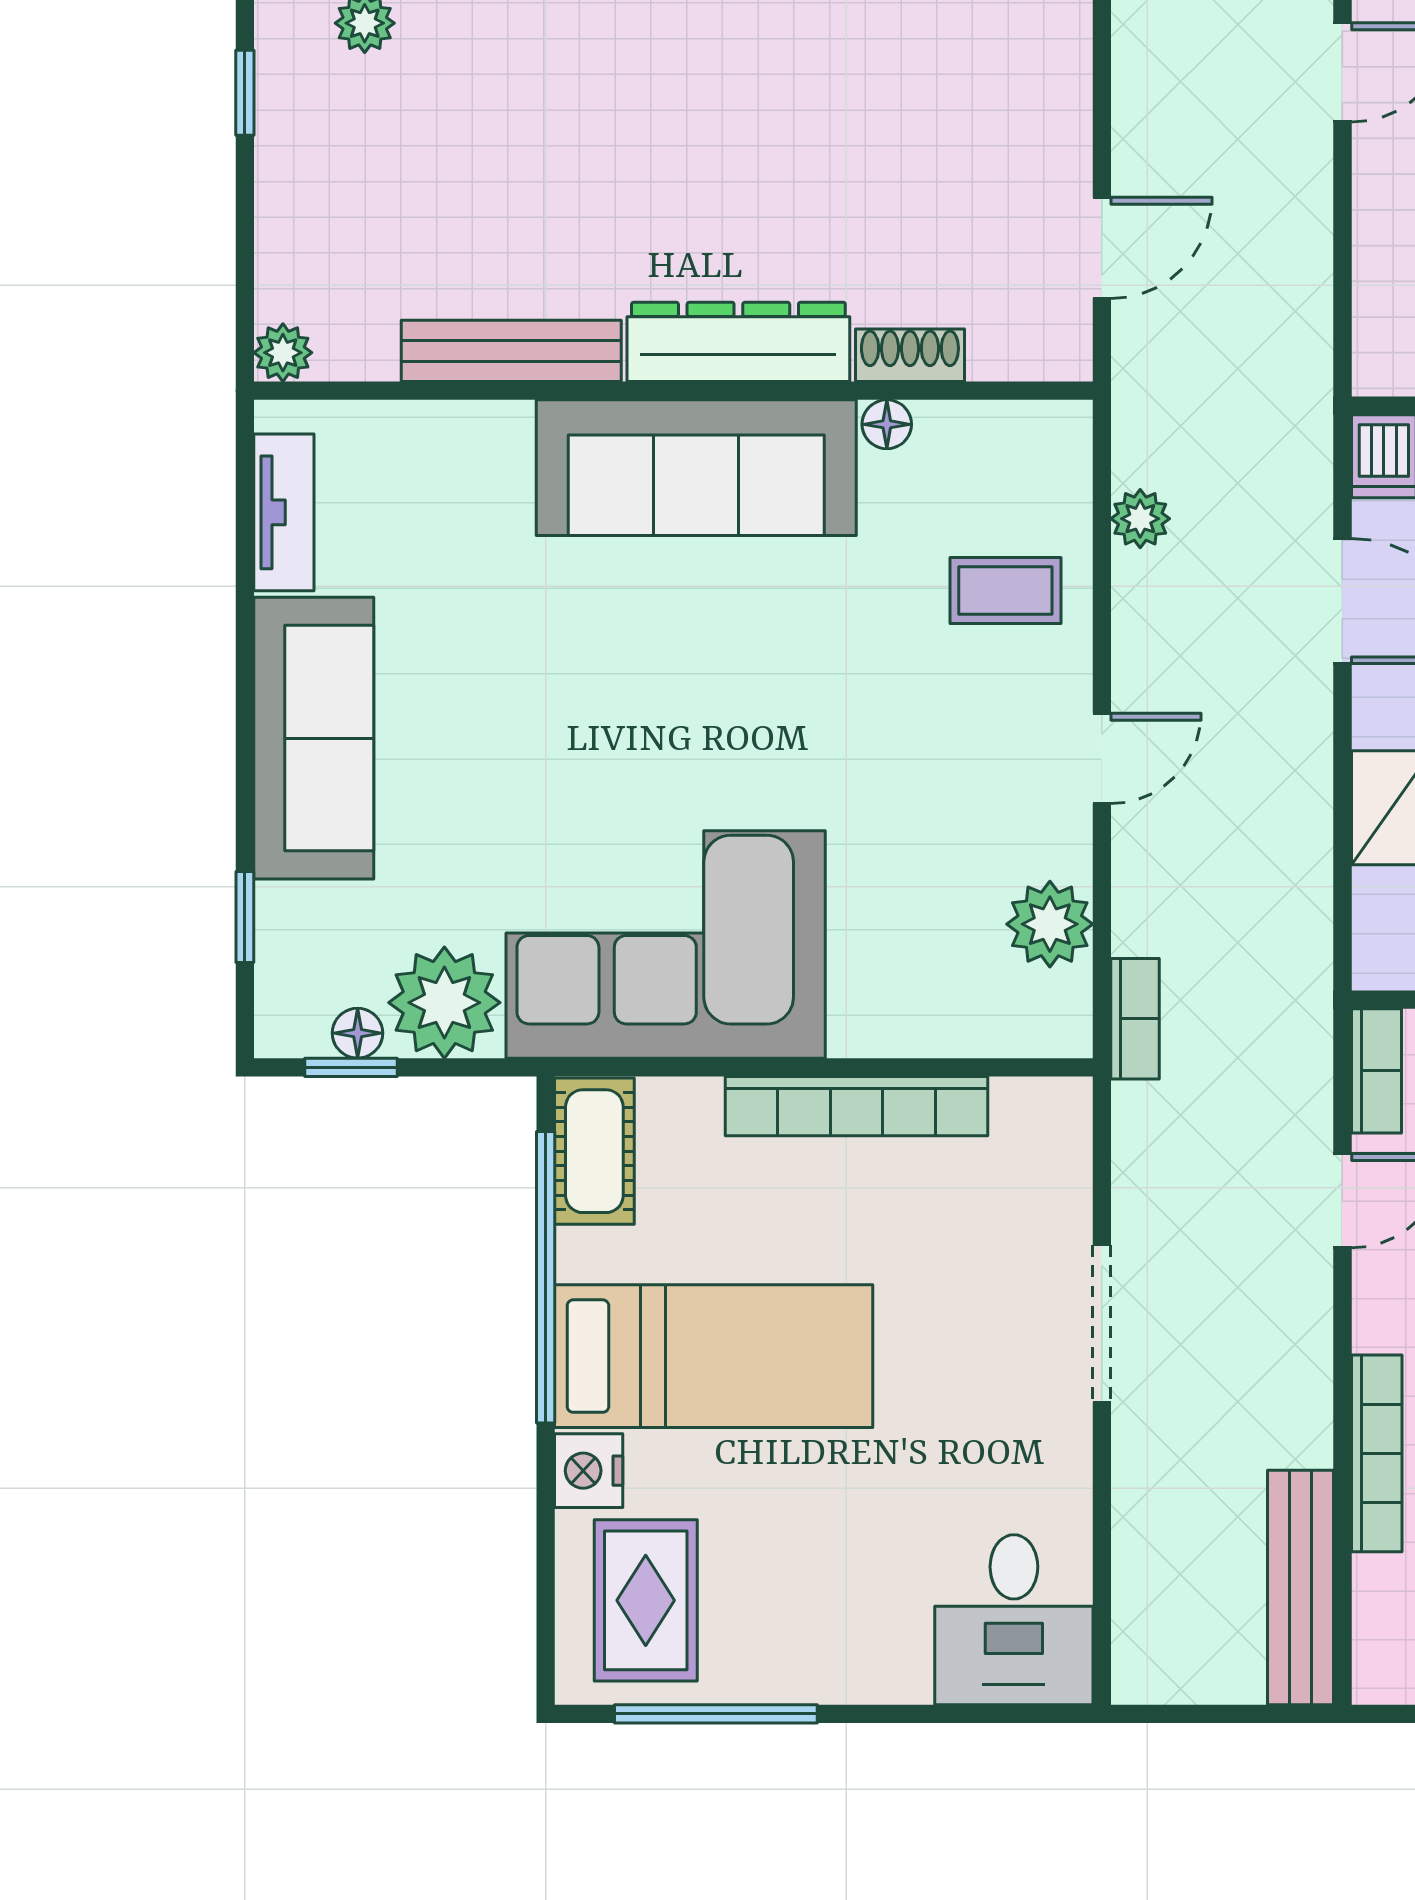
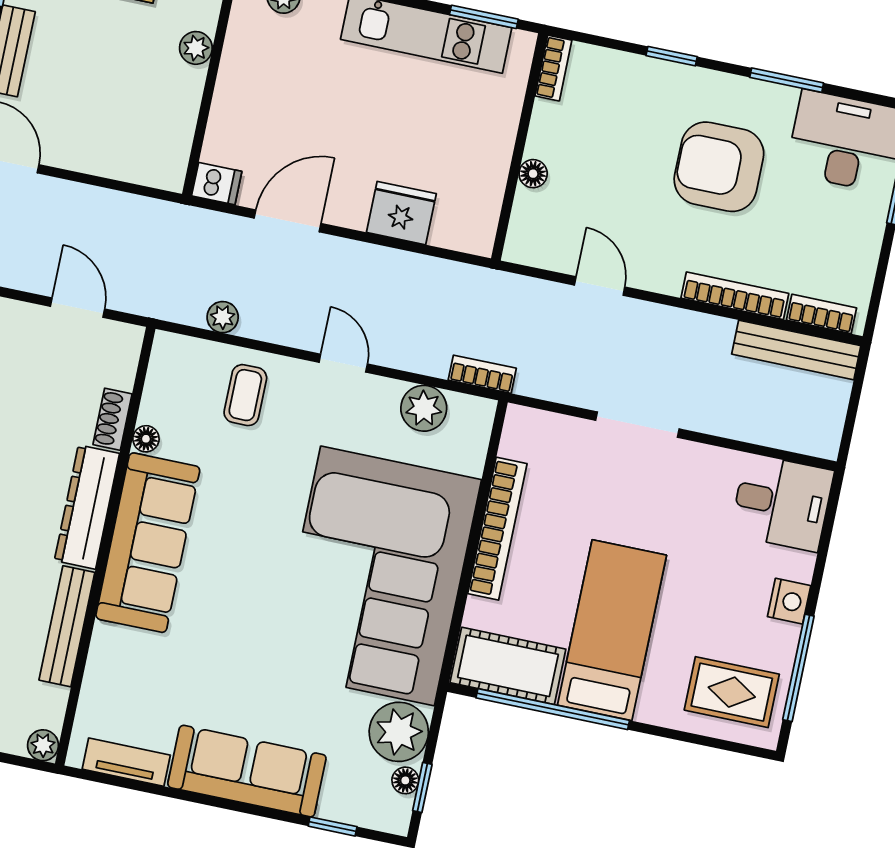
corner sofa: (666, 944) -> (378, 576), width x1.36, depth x1.36
bookcase: (1376, 1071) -> (822, 314), moved
cot: (594, 1151) -> (508, 666), width x1.37, depth x1.34
nightstand: (589, 1471) -> (789, 601), moved, turned -90

